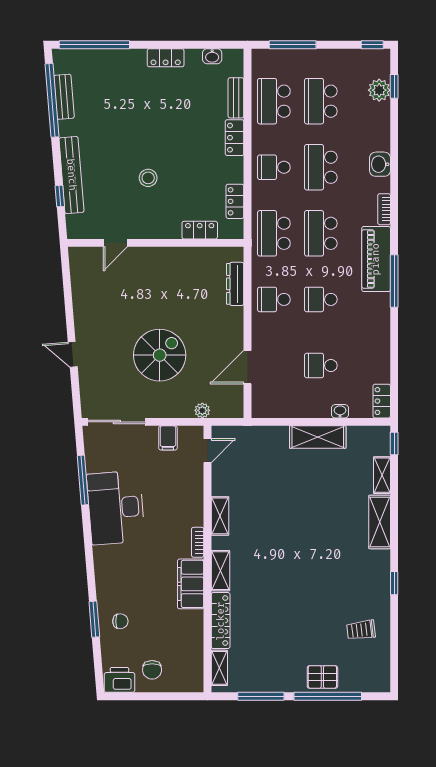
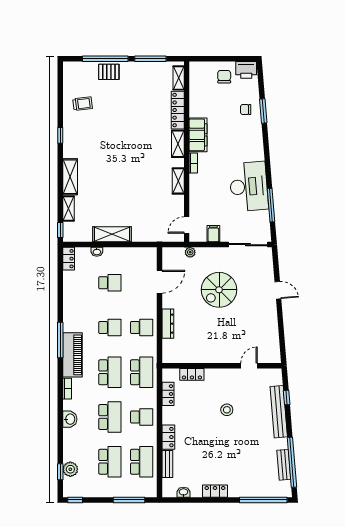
dresser: (235, 284) -> (168, 324), moved

